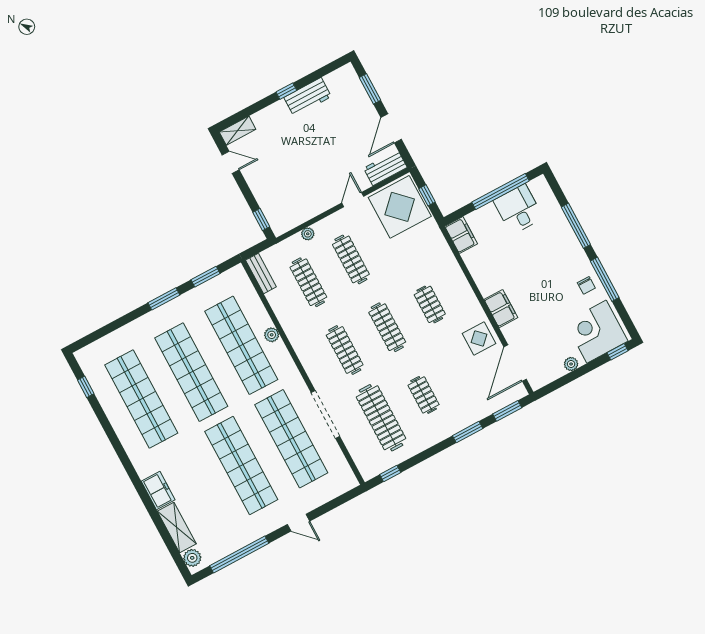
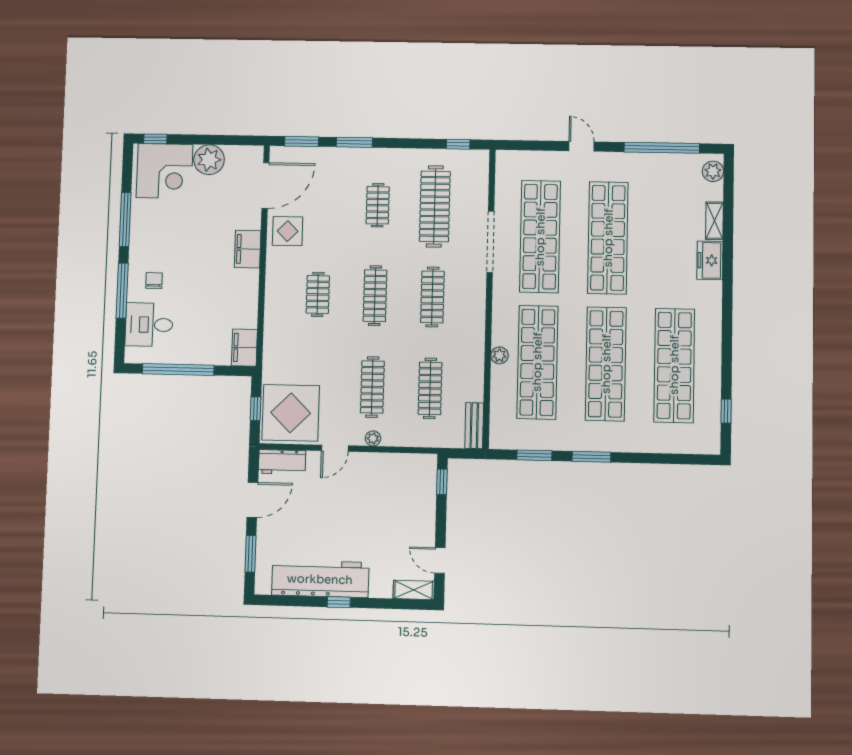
workbench: (308, 97) -> (320, 579), width x1.88, depth x1.32
desk: (518, 209) -> (149, 325), moved, turned 90
plant: (308, 234) -> (373, 438), moved
chair: (586, 285) -> (154, 281), moved
plant: (571, 364) -> (209, 160), width x1.88, depth x1.88
shelving: (177, 528) -> (714, 221), width x0.67, depth x0.75

